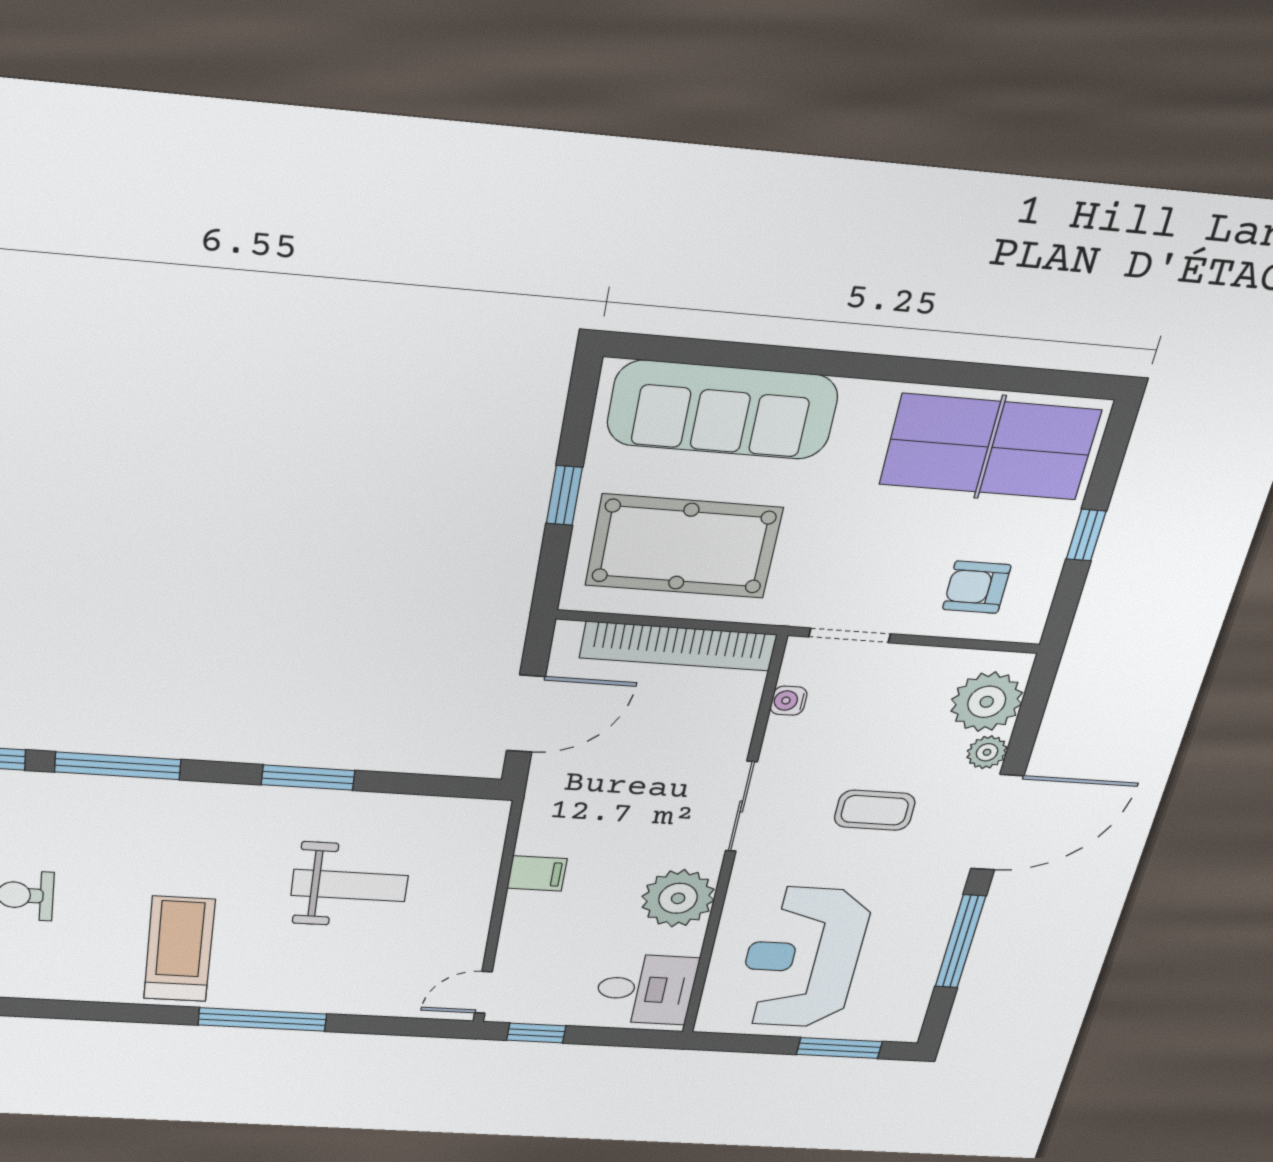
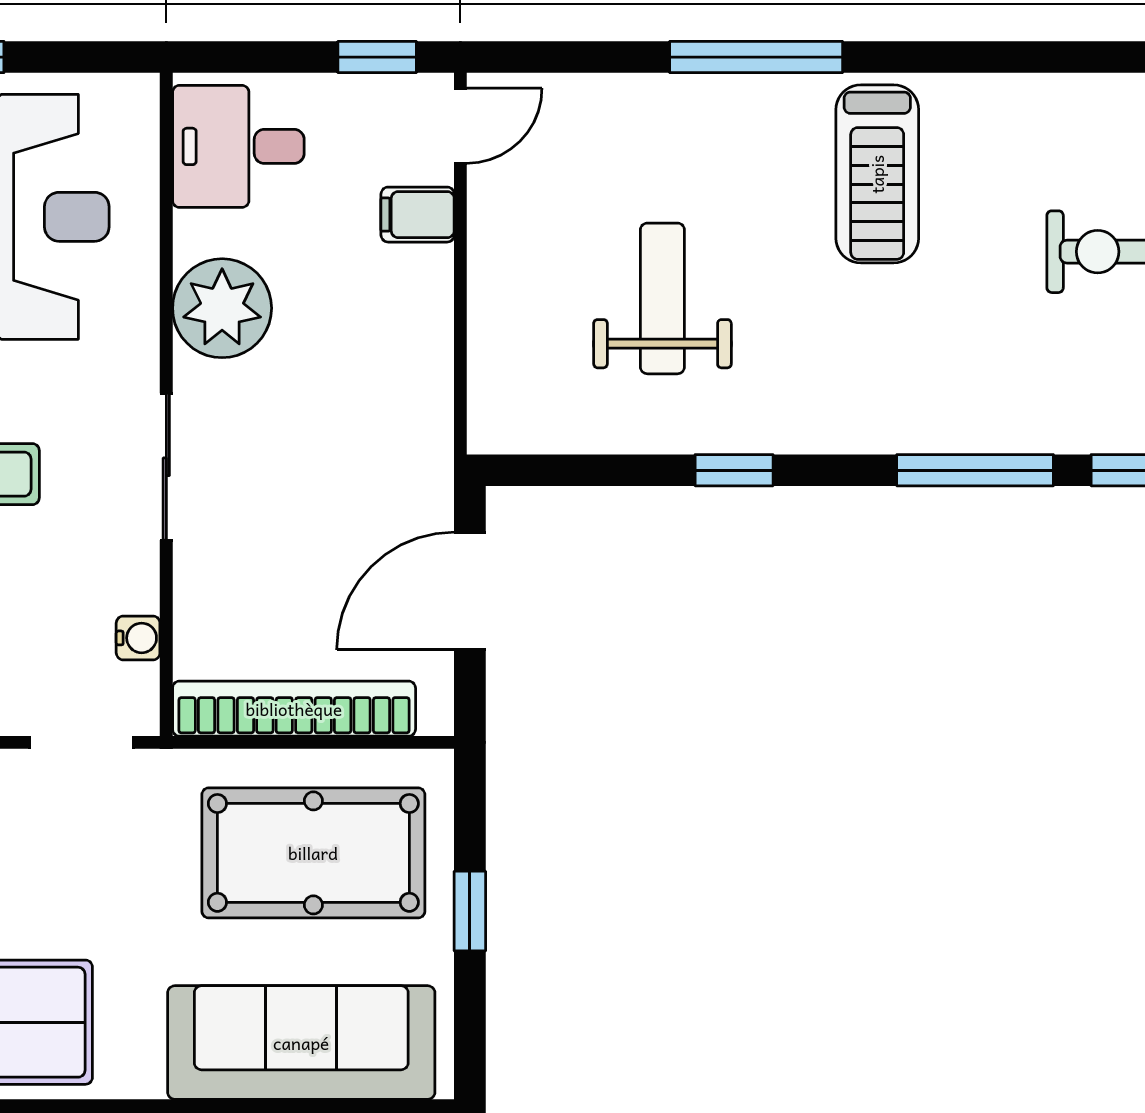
window: (308, 778) -> (734, 470), width x0.67
filing cabinet: (537, 873) -> (418, 215), moved
weight bench: (350, 886) -> (662, 298), turned 90

